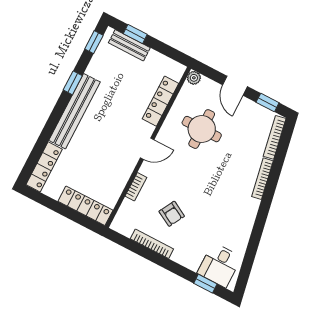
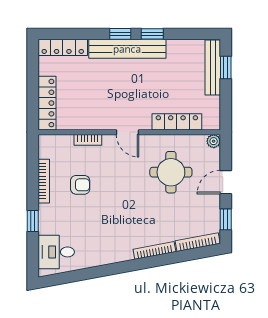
window: (94, 42) -> (120, 34), moved
bench: (129, 45) -> (213, 67), width x1.36
armchair: (172, 214) -> (80, 185), turned -119
window: (205, 284) -> (33, 221), moved

